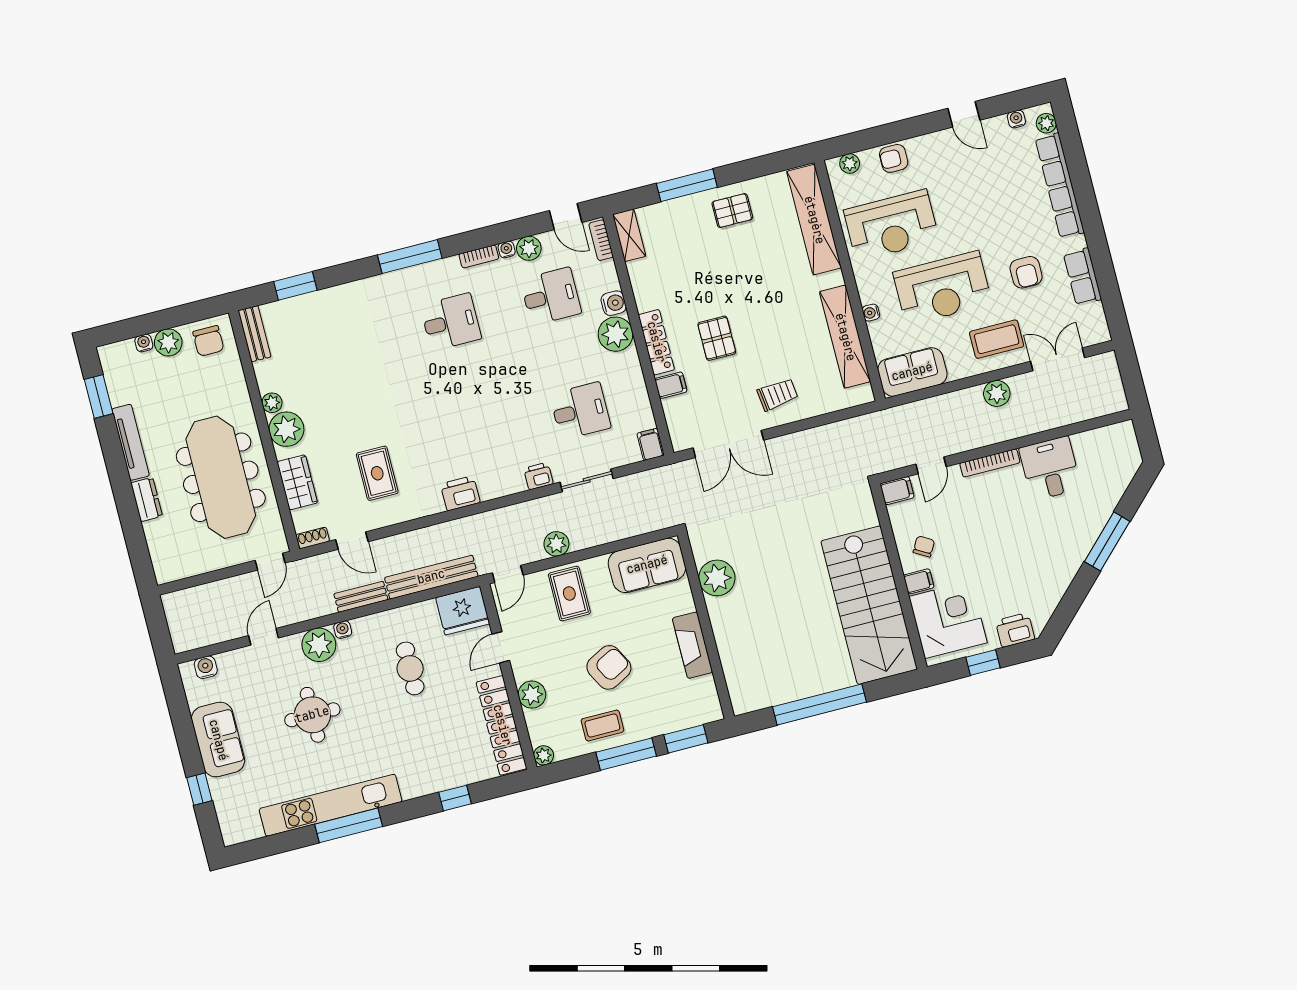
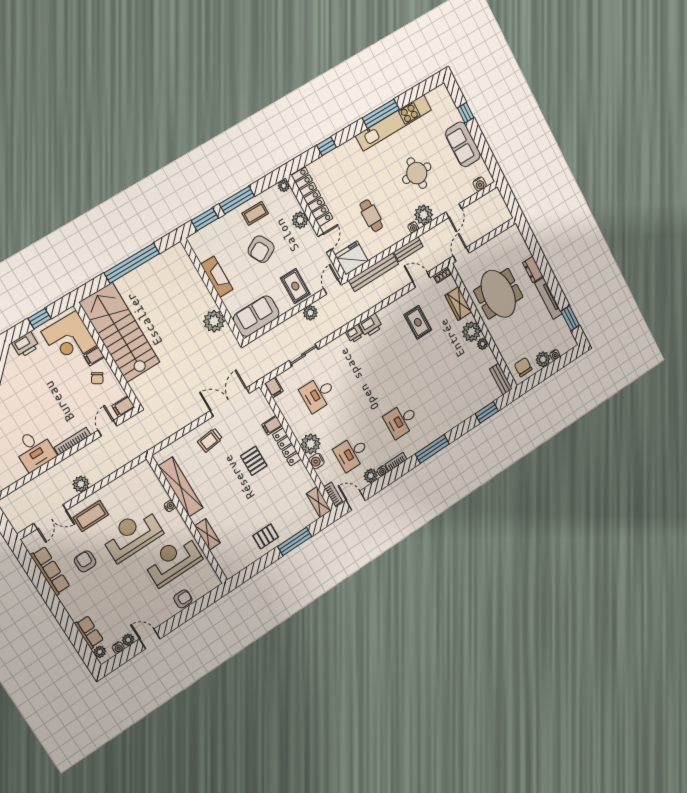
plant: (850, 164) -> (128, 640), moved
row of seats: (1060, 186) -> (89, 632), width x0.50
shelving: (814, 220) -> (207, 534), width x0.45, depth x0.75
row of seats: (1082, 277) -> (50, 571), width x1.48
sofa: (912, 372) -> (135, 480), removed
printer: (538, 476) -> (354, 334), moved
meeting table: (221, 477) -> (498, 294), width x0.73

